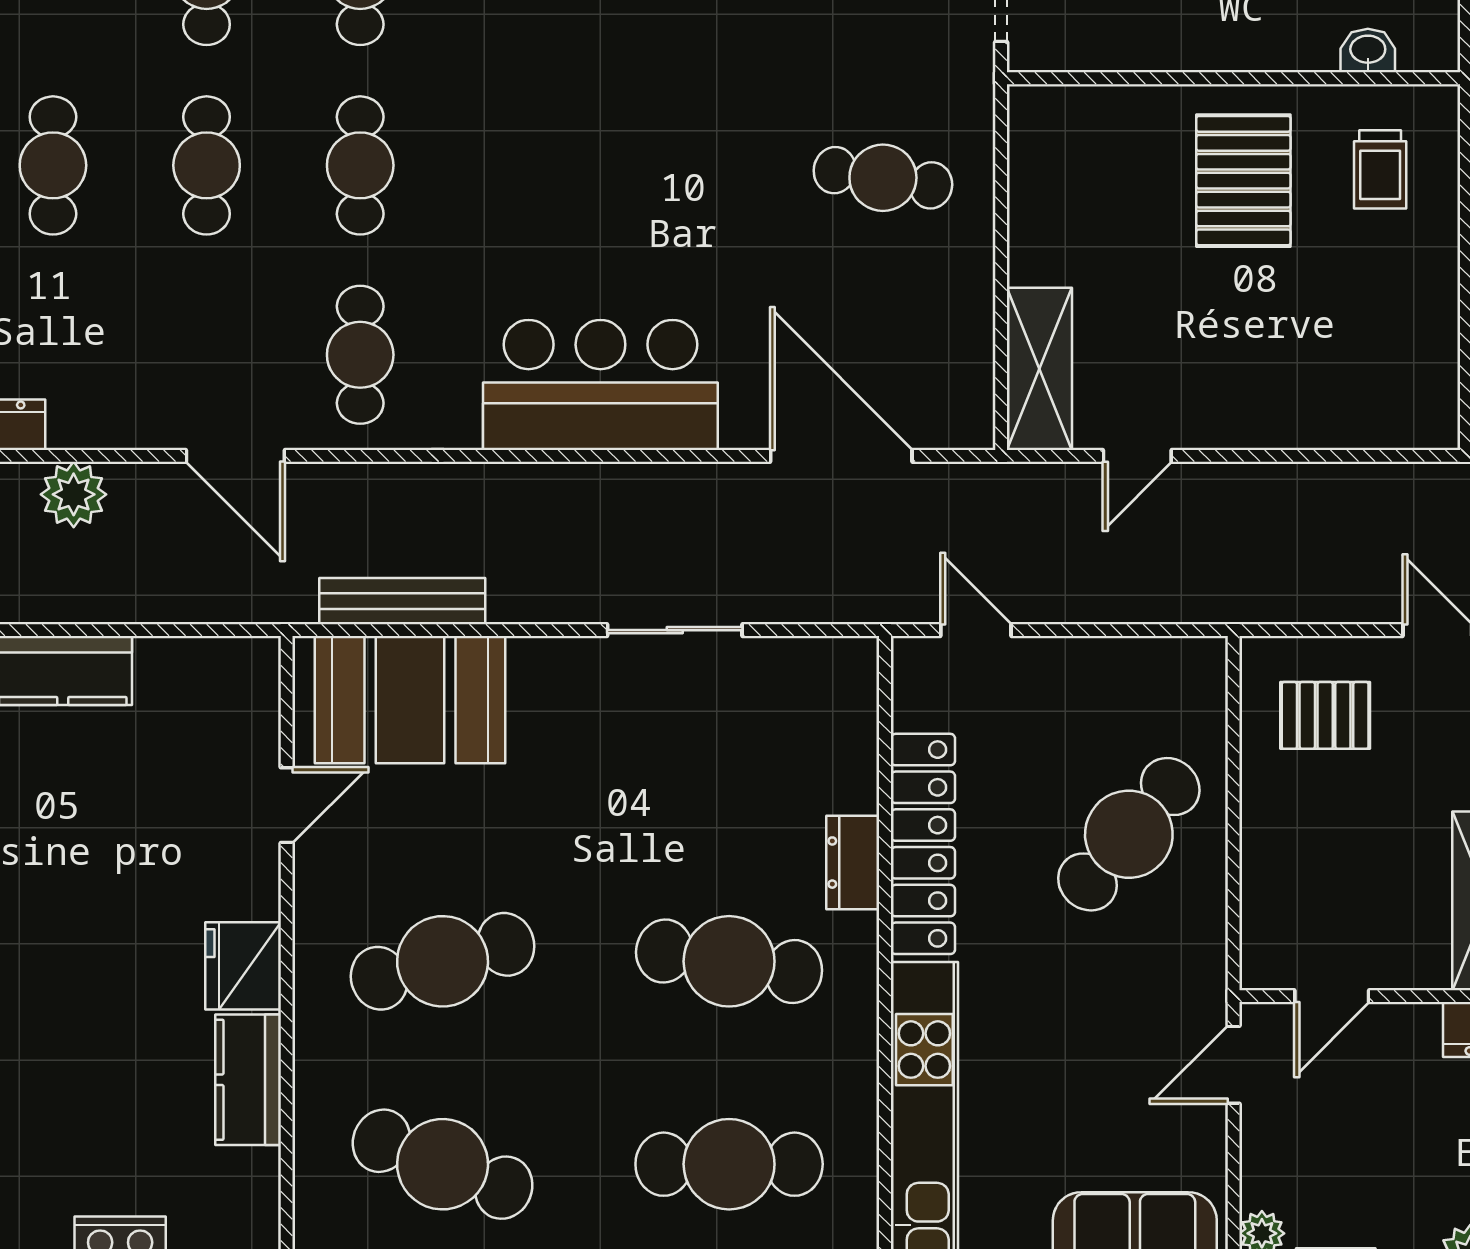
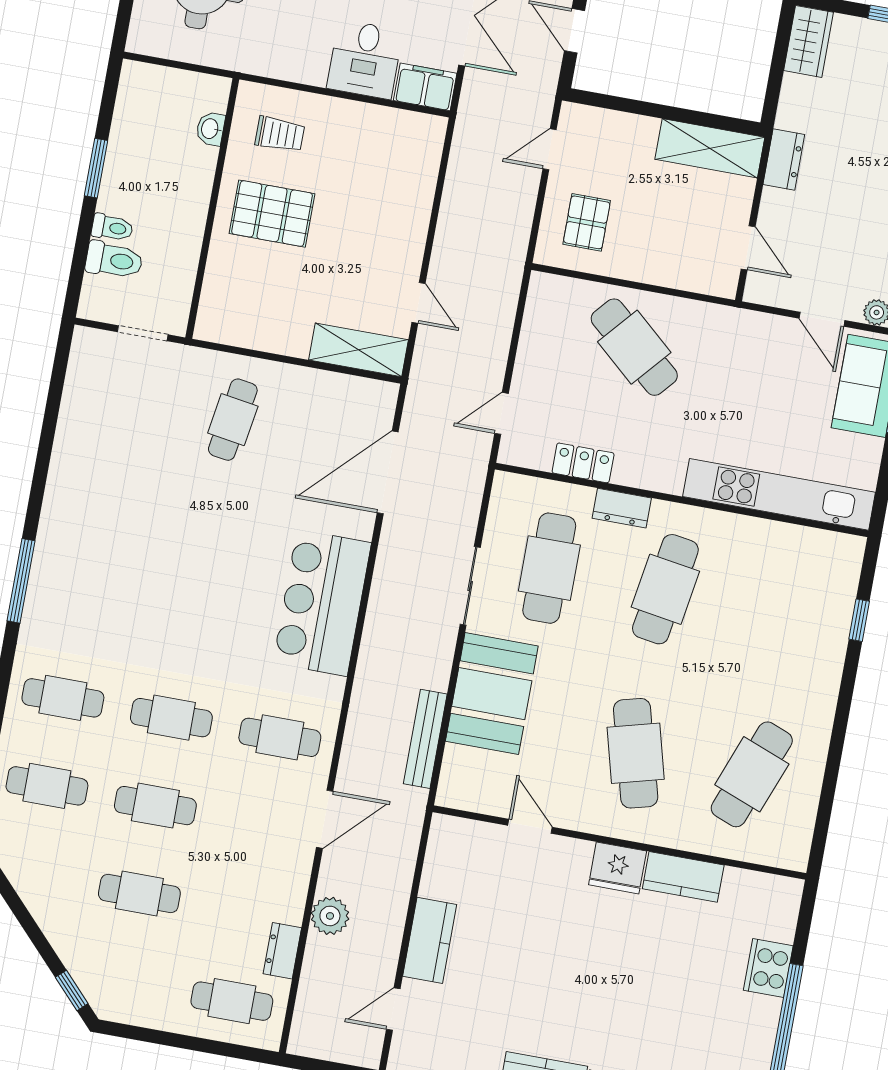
booth: (410, 700) -> (492, 694), moved
locker: (923, 844) -> (583, 463), width x0.46, depth x0.83
door: (1234, 1065) -> (822, 319), moved
cafe table: (729, 1164) -> (549, 568), moved

